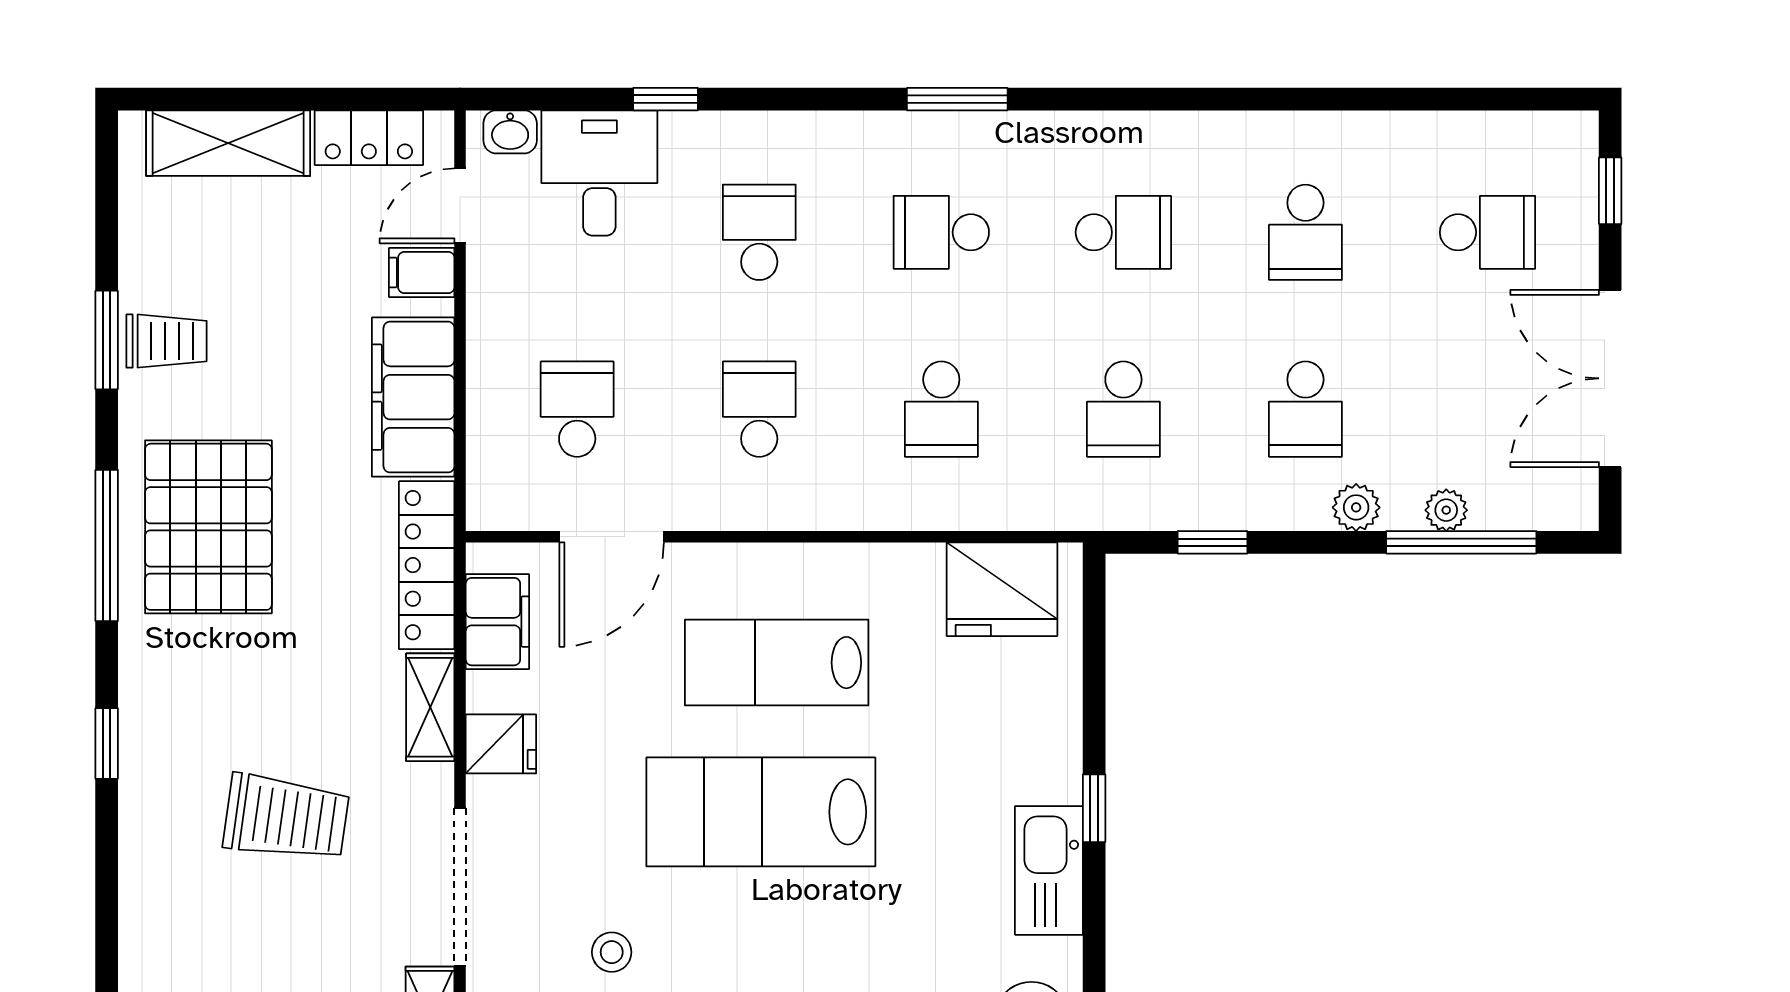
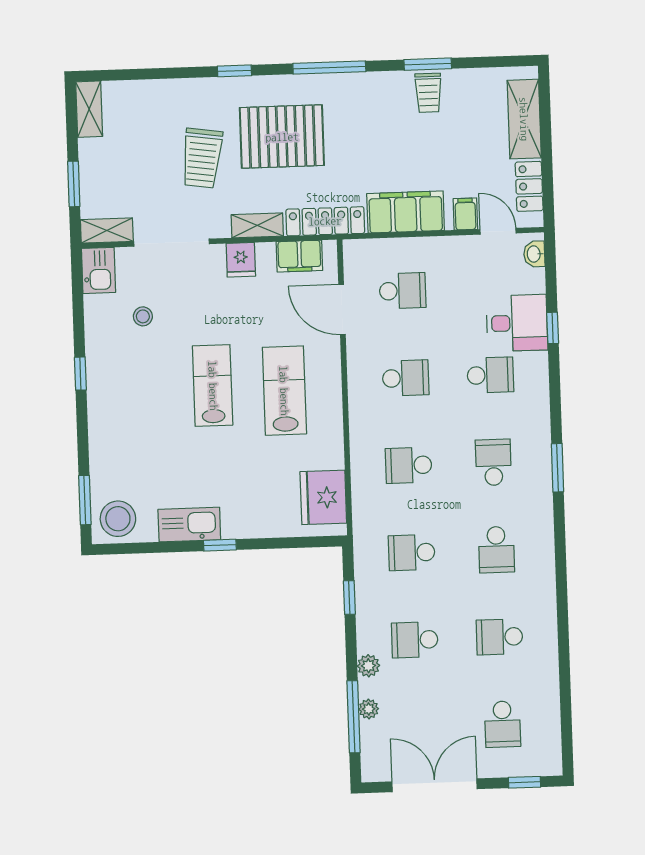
desk: (599, 173) -> (517, 323), moved
pallet: (208, 527) -> (282, 137), moved
lab bench: (761, 812) -> (213, 386), width x0.73, depth x0.72

